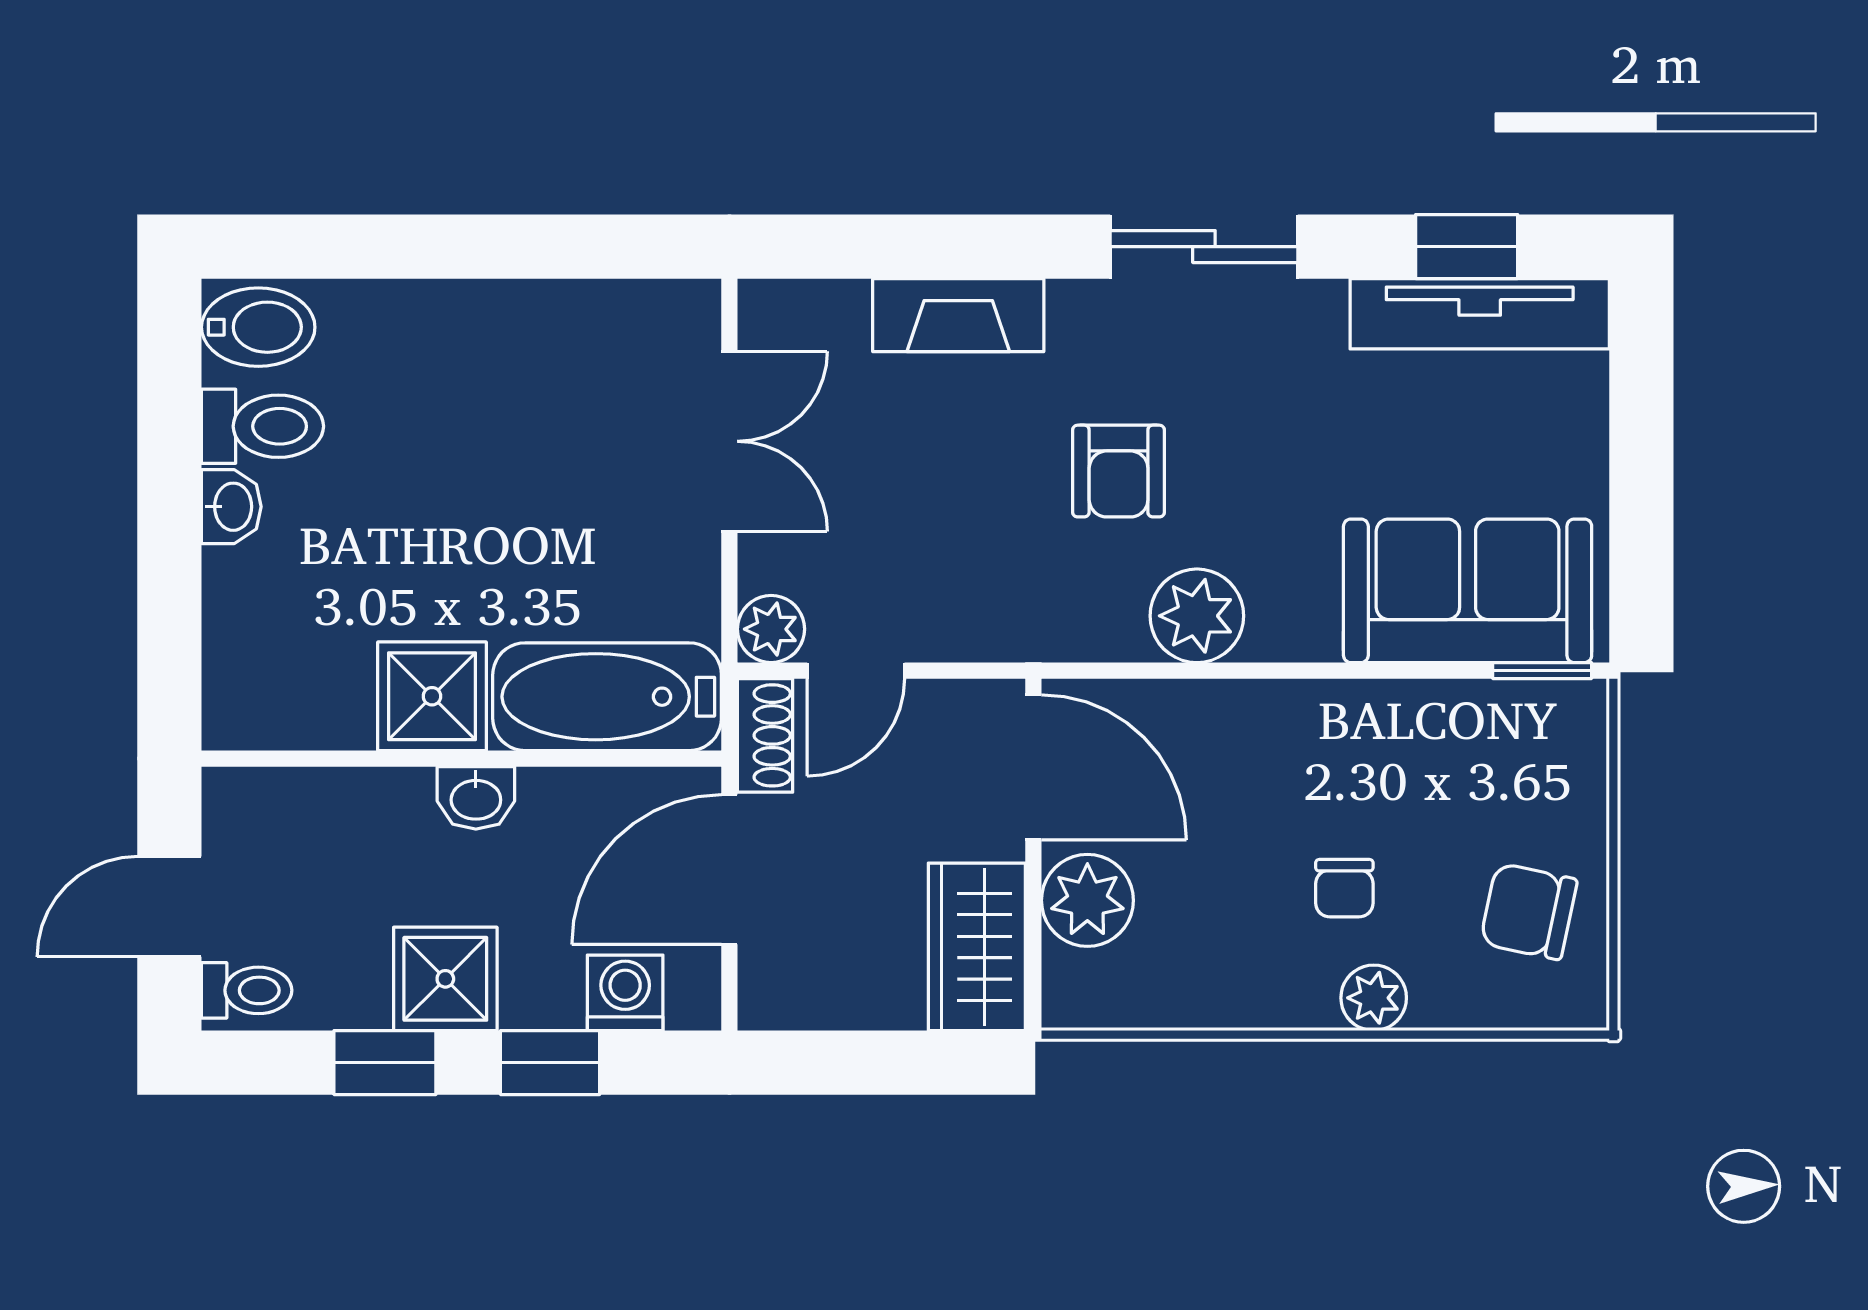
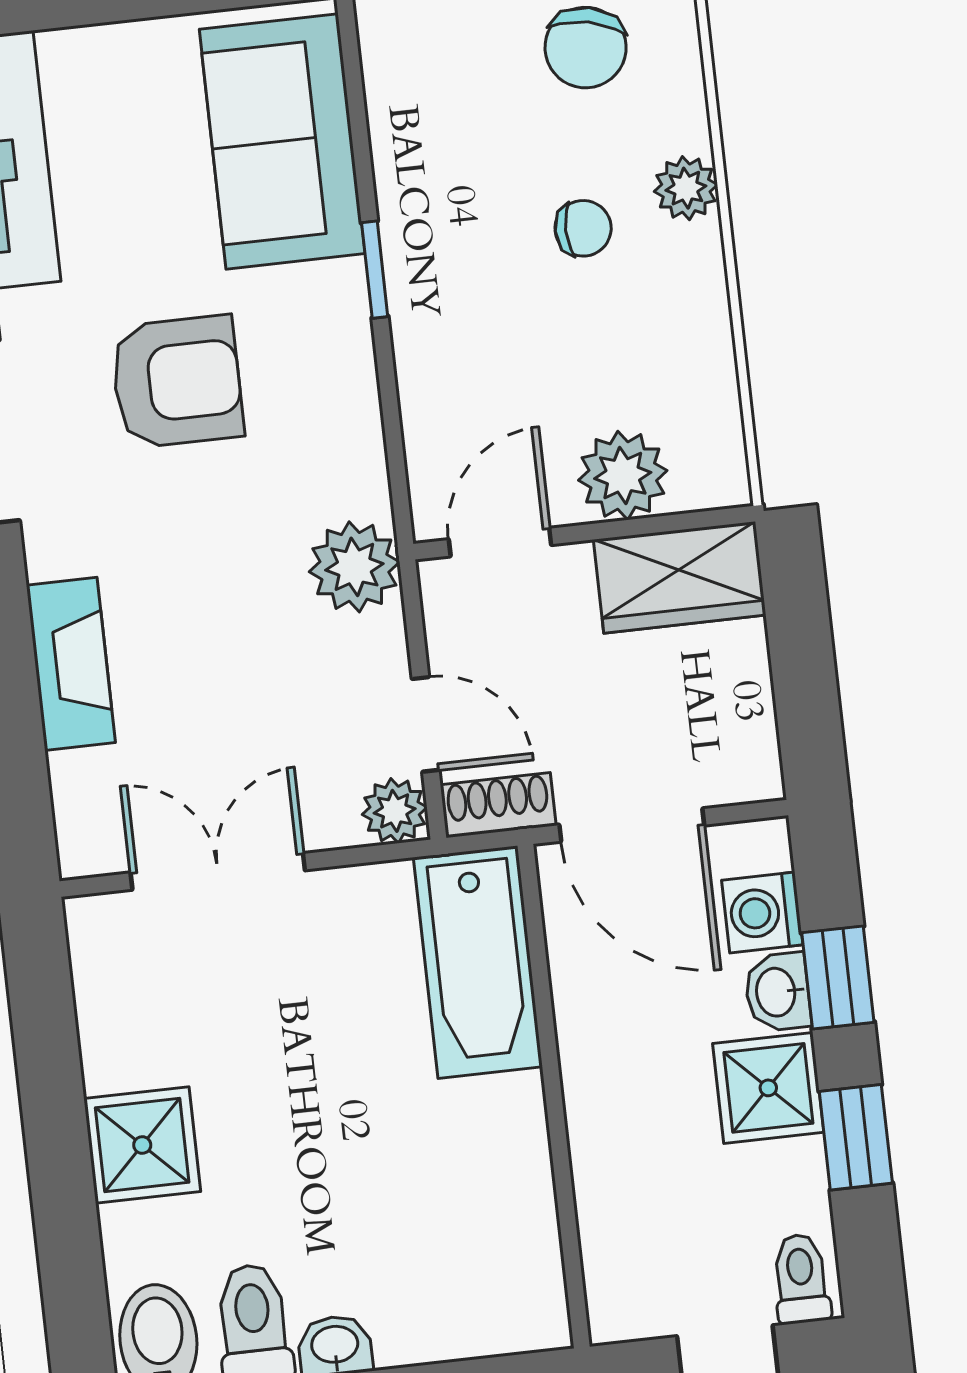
armchair: (1119, 471) -> (177, 382), moved, width x1.38, depth x1.38
plant: (1197, 616) -> (354, 567), moved
window: (1542, 671) -> (375, 270), moved
shower: (432, 696) -> (142, 1145), moved
door: (1033, 767) -> (500, 542), width x0.73
washbasin: (476, 798) -> (778, 992), moved, turned 180

